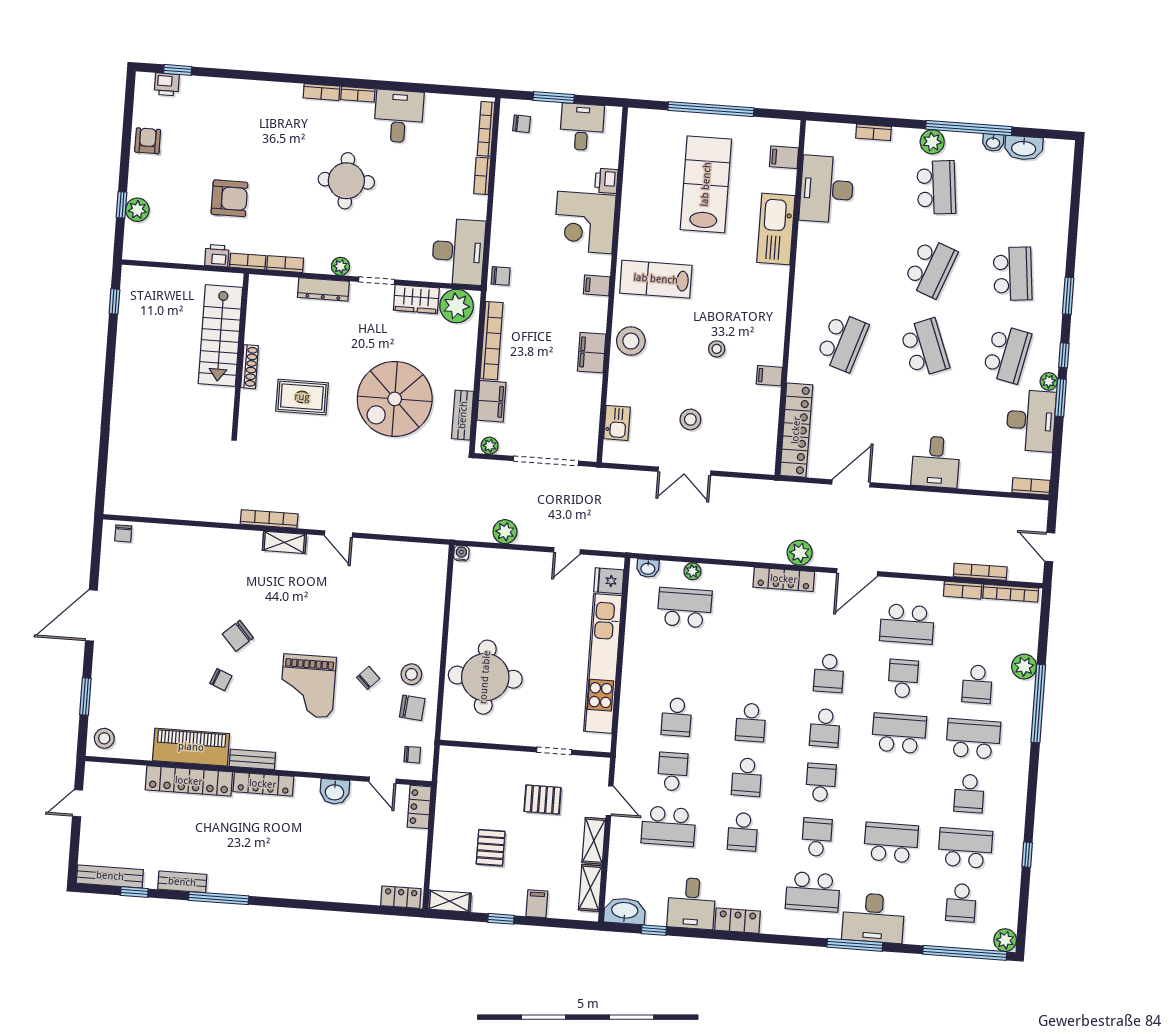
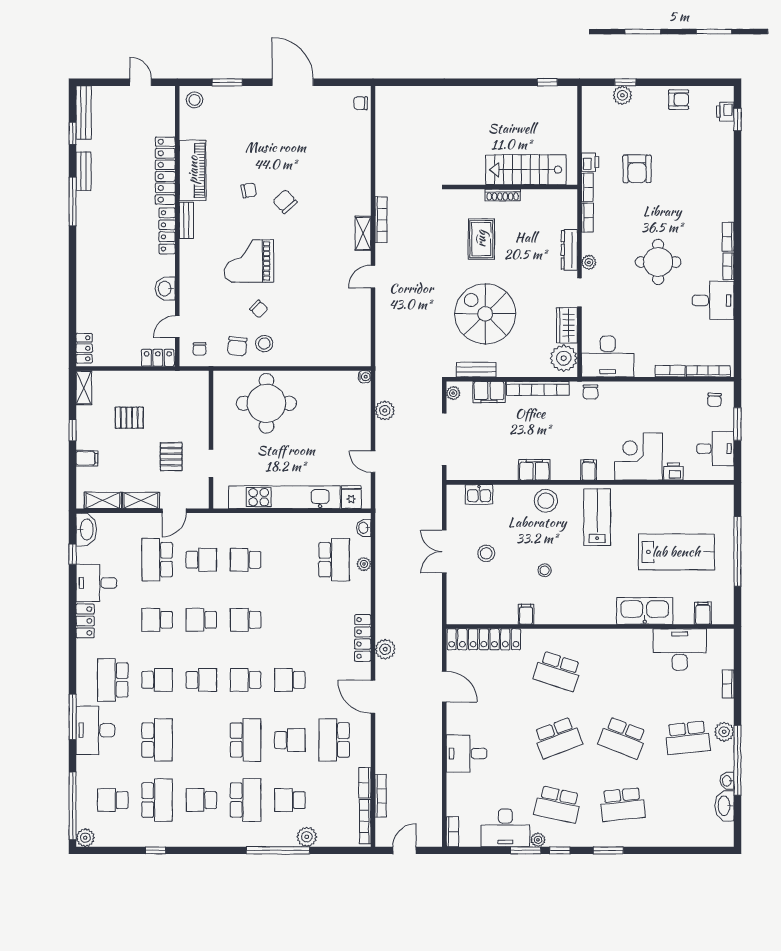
chair: (221, 680) -> (249, 190), turned -122

